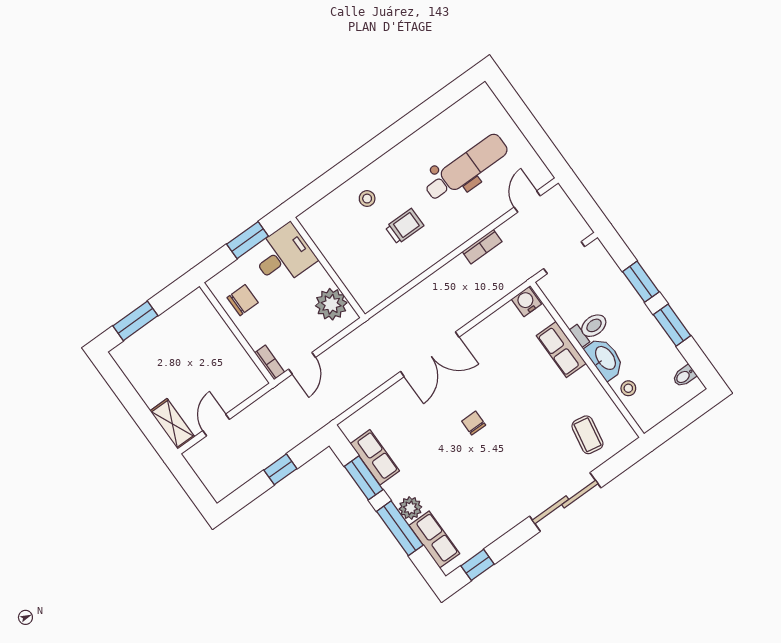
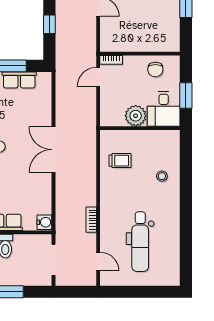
trolley: (404, 226) -> (120, 161), moved, turned -90
plant: (331, 304) -> (136, 116), moved
door: (302, 363) -> (98, 77), hinge flipped

